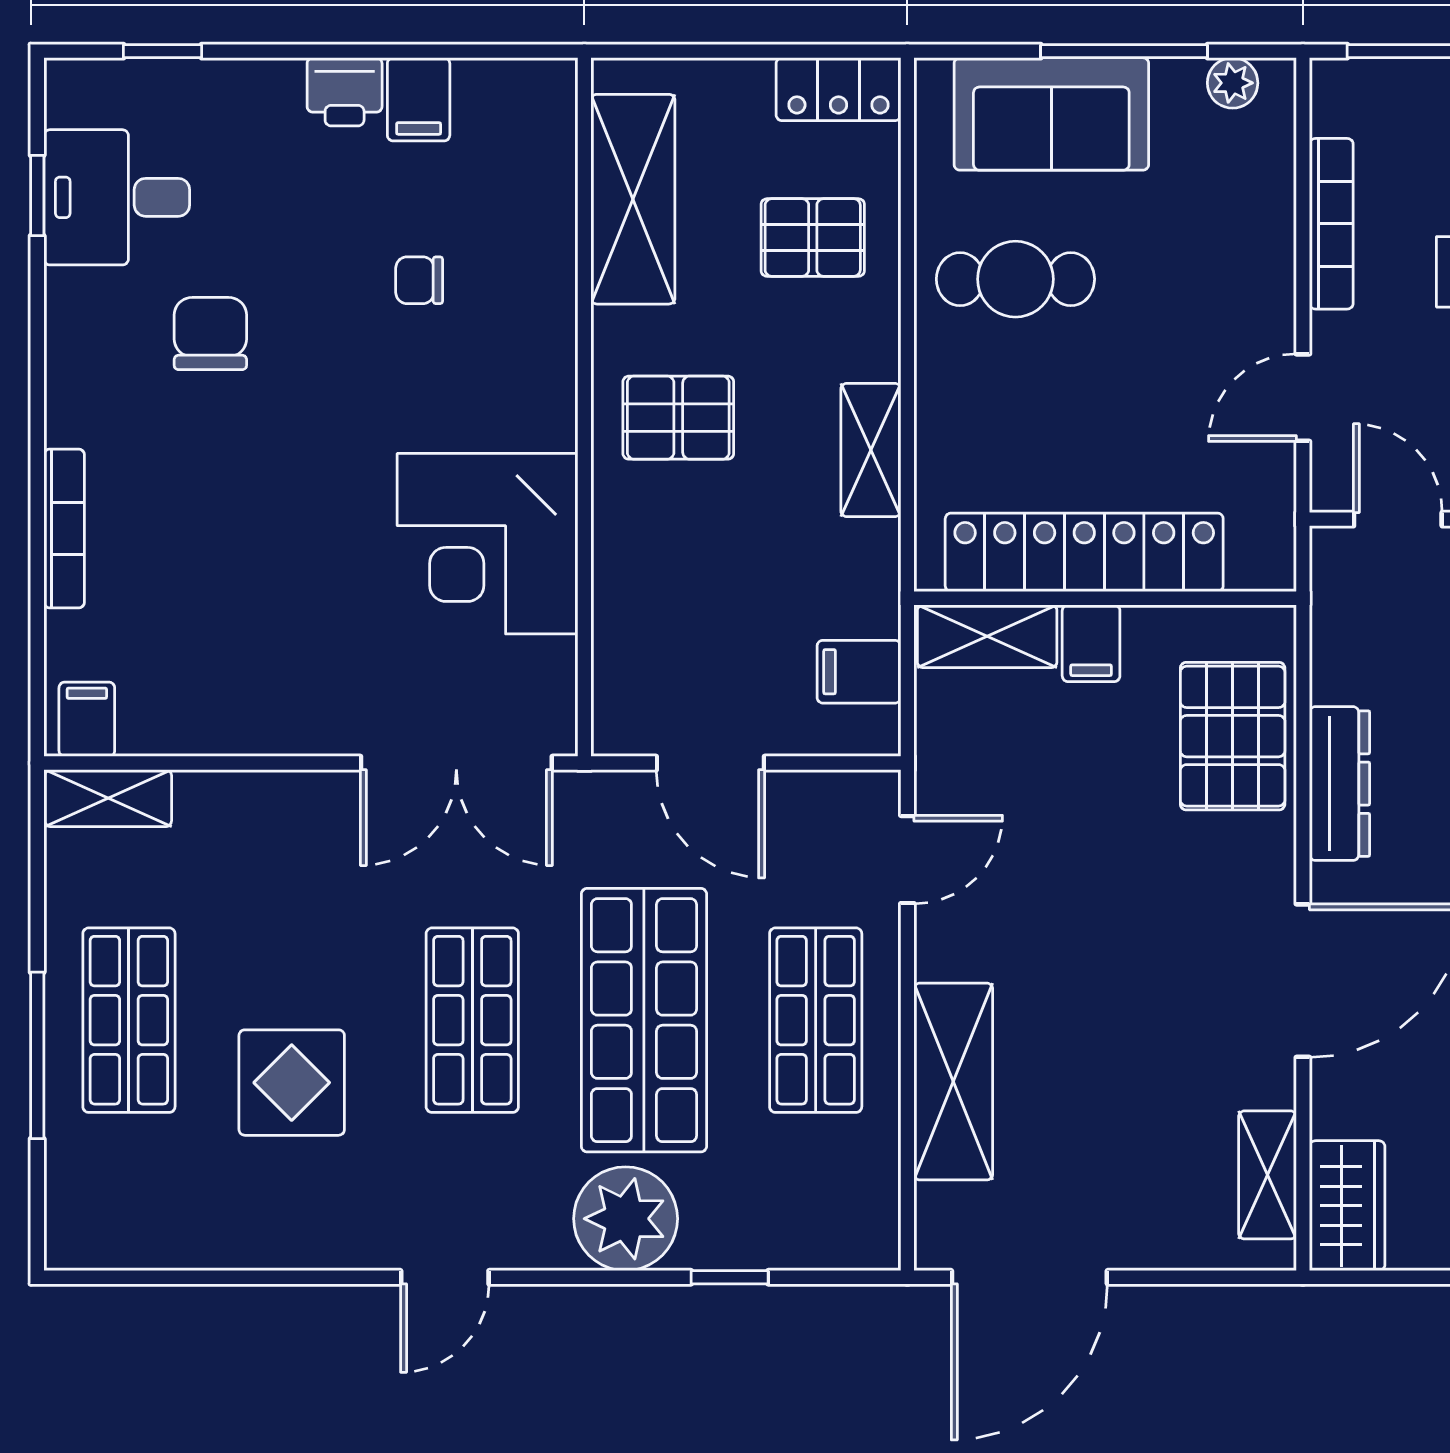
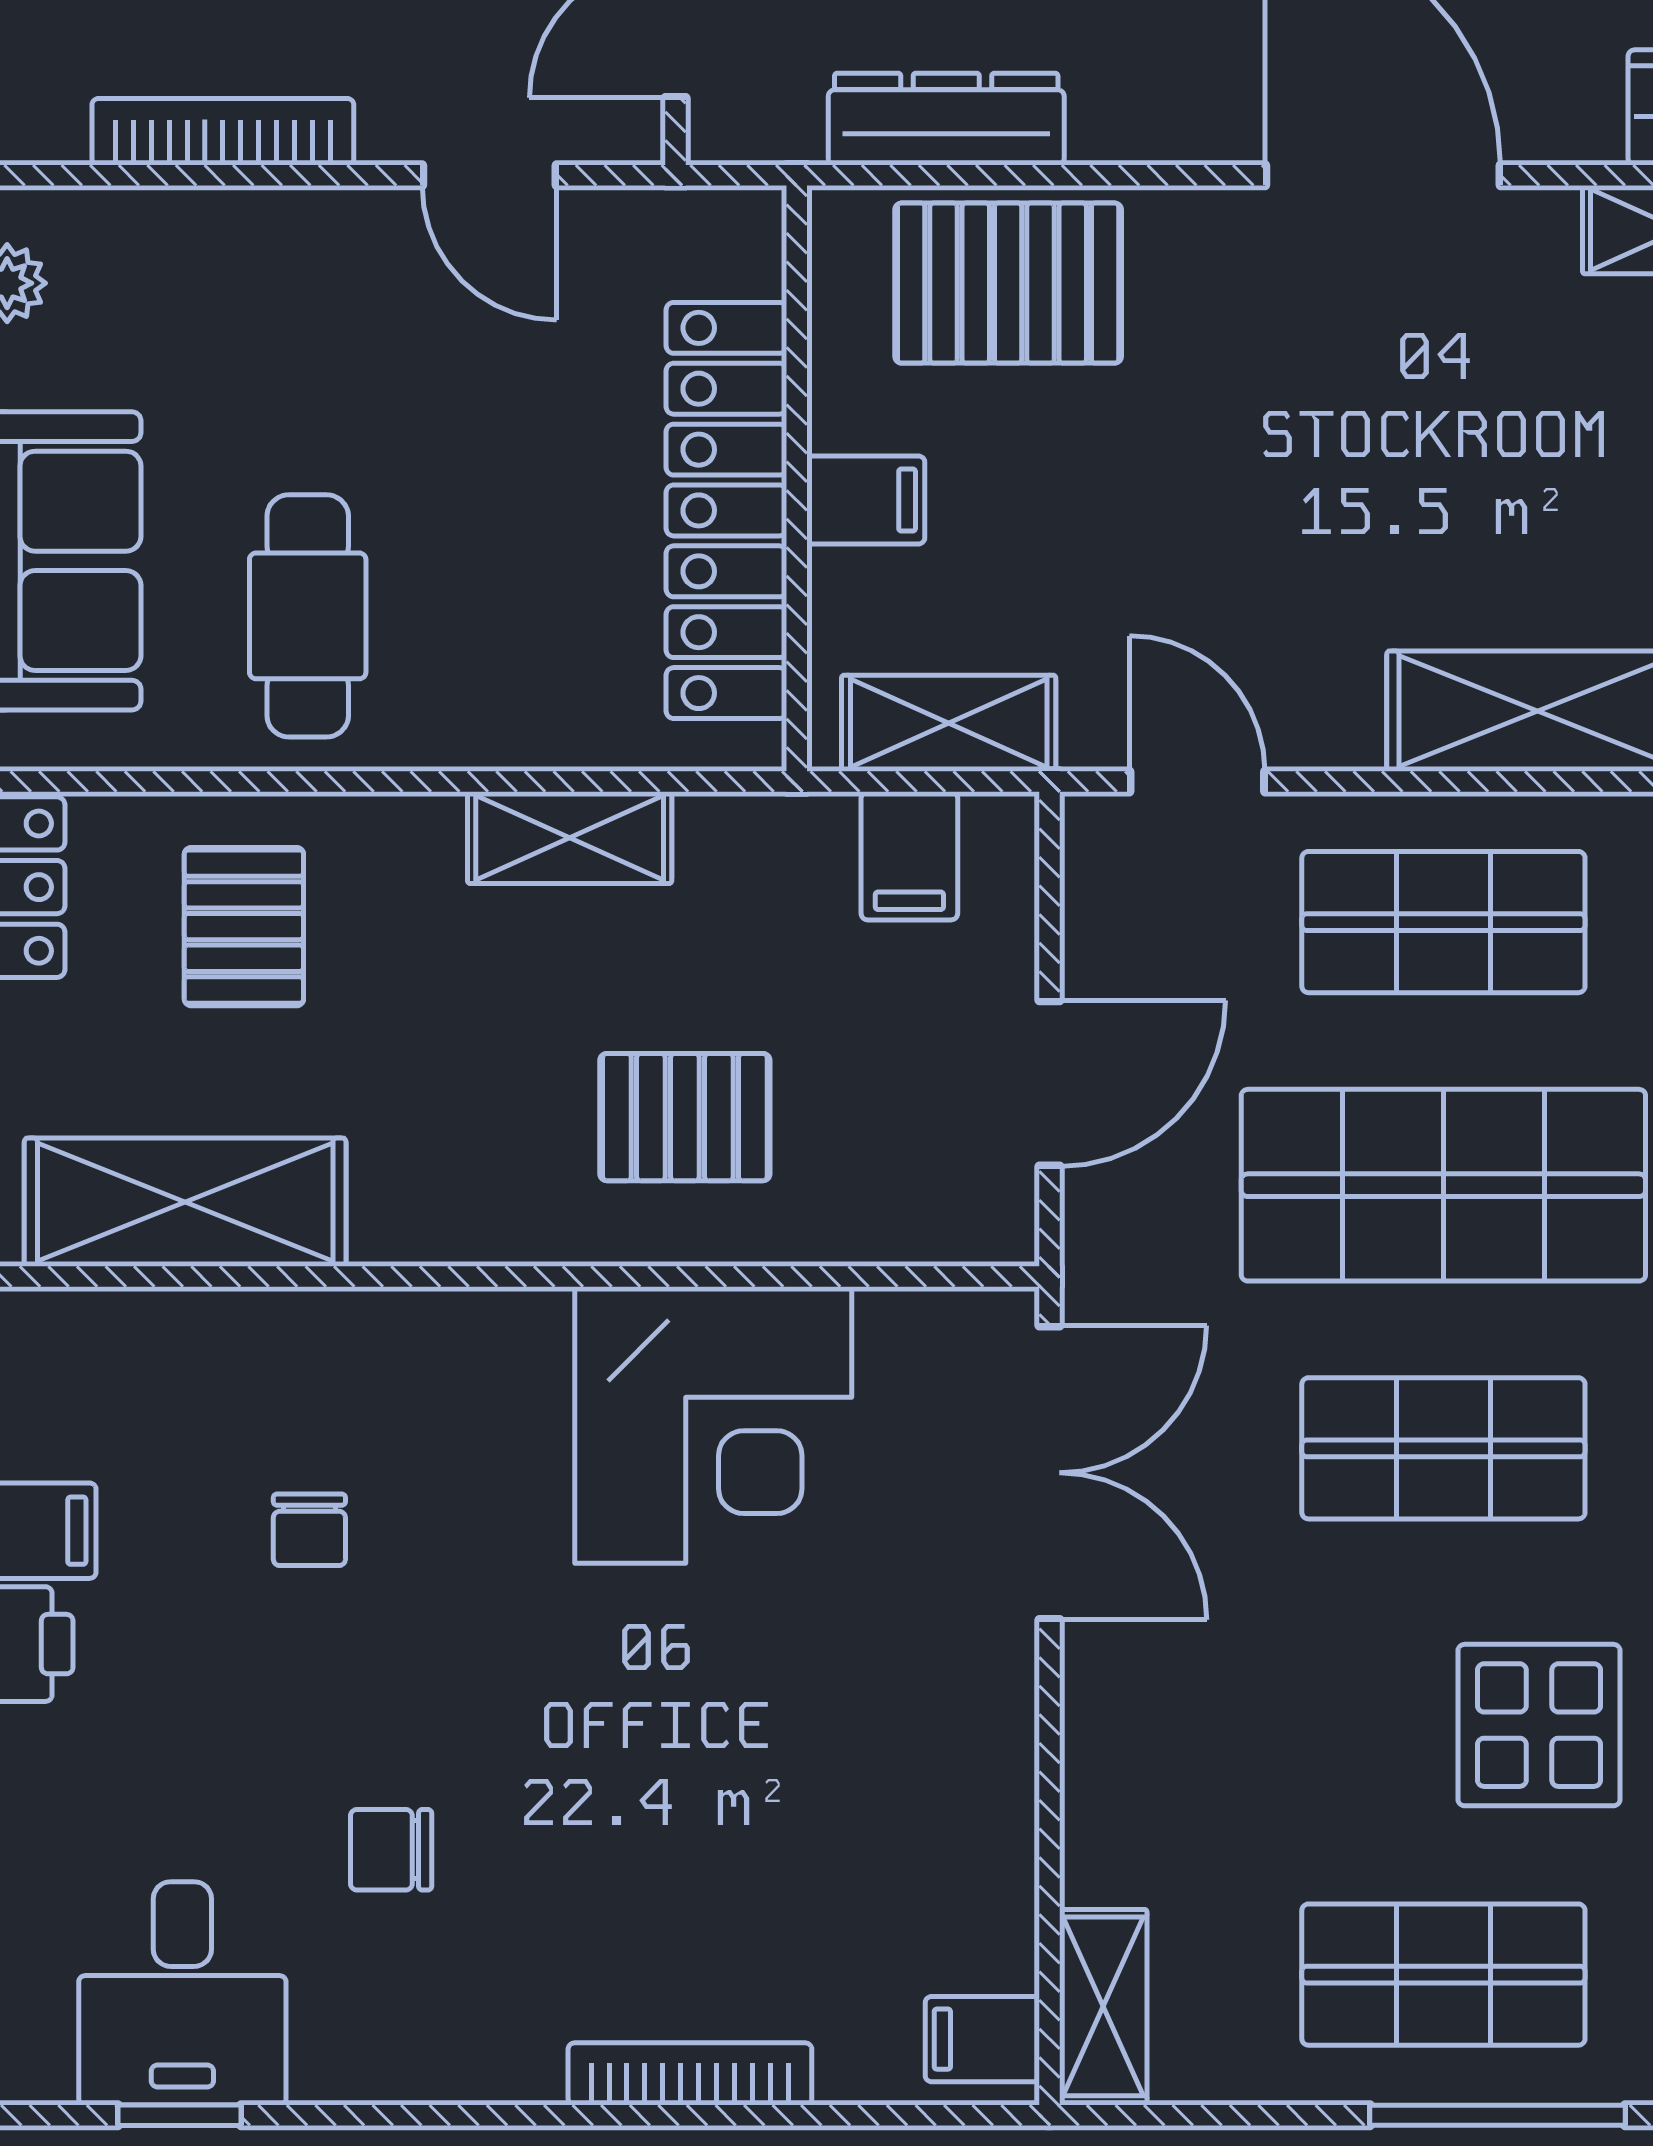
chair: (210, 334) -> (391, 1850), width x0.73, depth x0.73
pallet: (678, 418) -> (685, 1117), moved, turned 90
shelving: (987, 636) -> (949, 723), moved, turned 90
dresser: (1340, 784) -> (946, 119), moved

